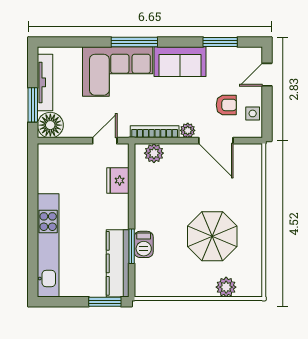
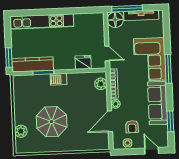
sofa: (180, 62) -> (158, 103), width x1.36
window: (33, 105) -> (127, 9), width x1.44
barbecue: (144, 244) -> (59, 79), moved

